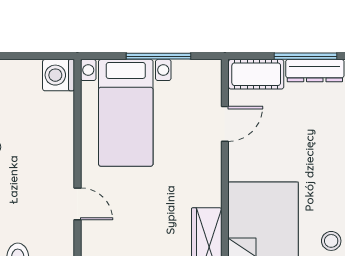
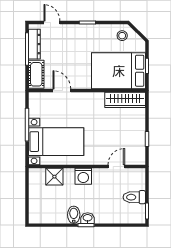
washing machine: (58, 75) -> (83, 176), moved
shower: (58, 110) -> (54, 177), added
door: (77, 204) -> (116, 166), moved

